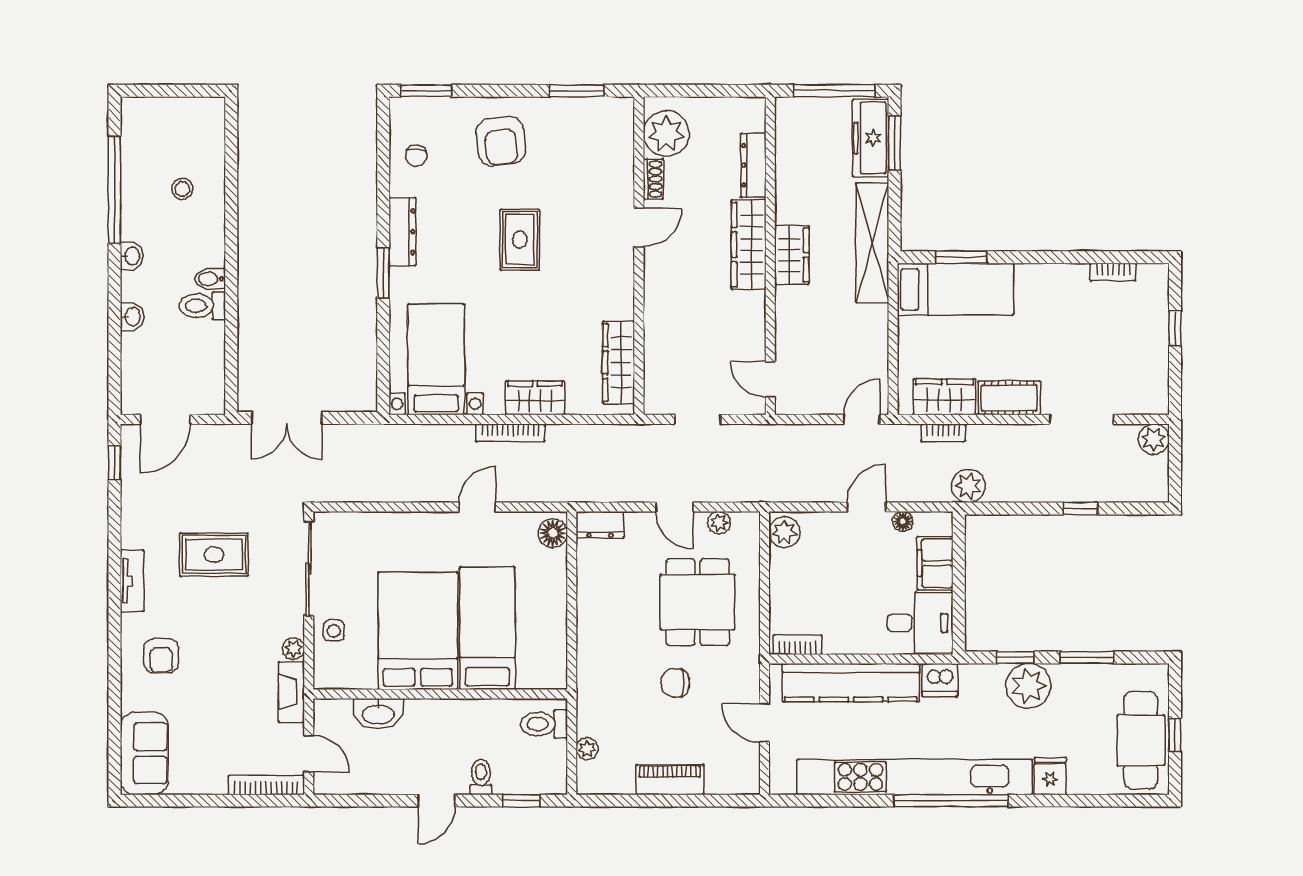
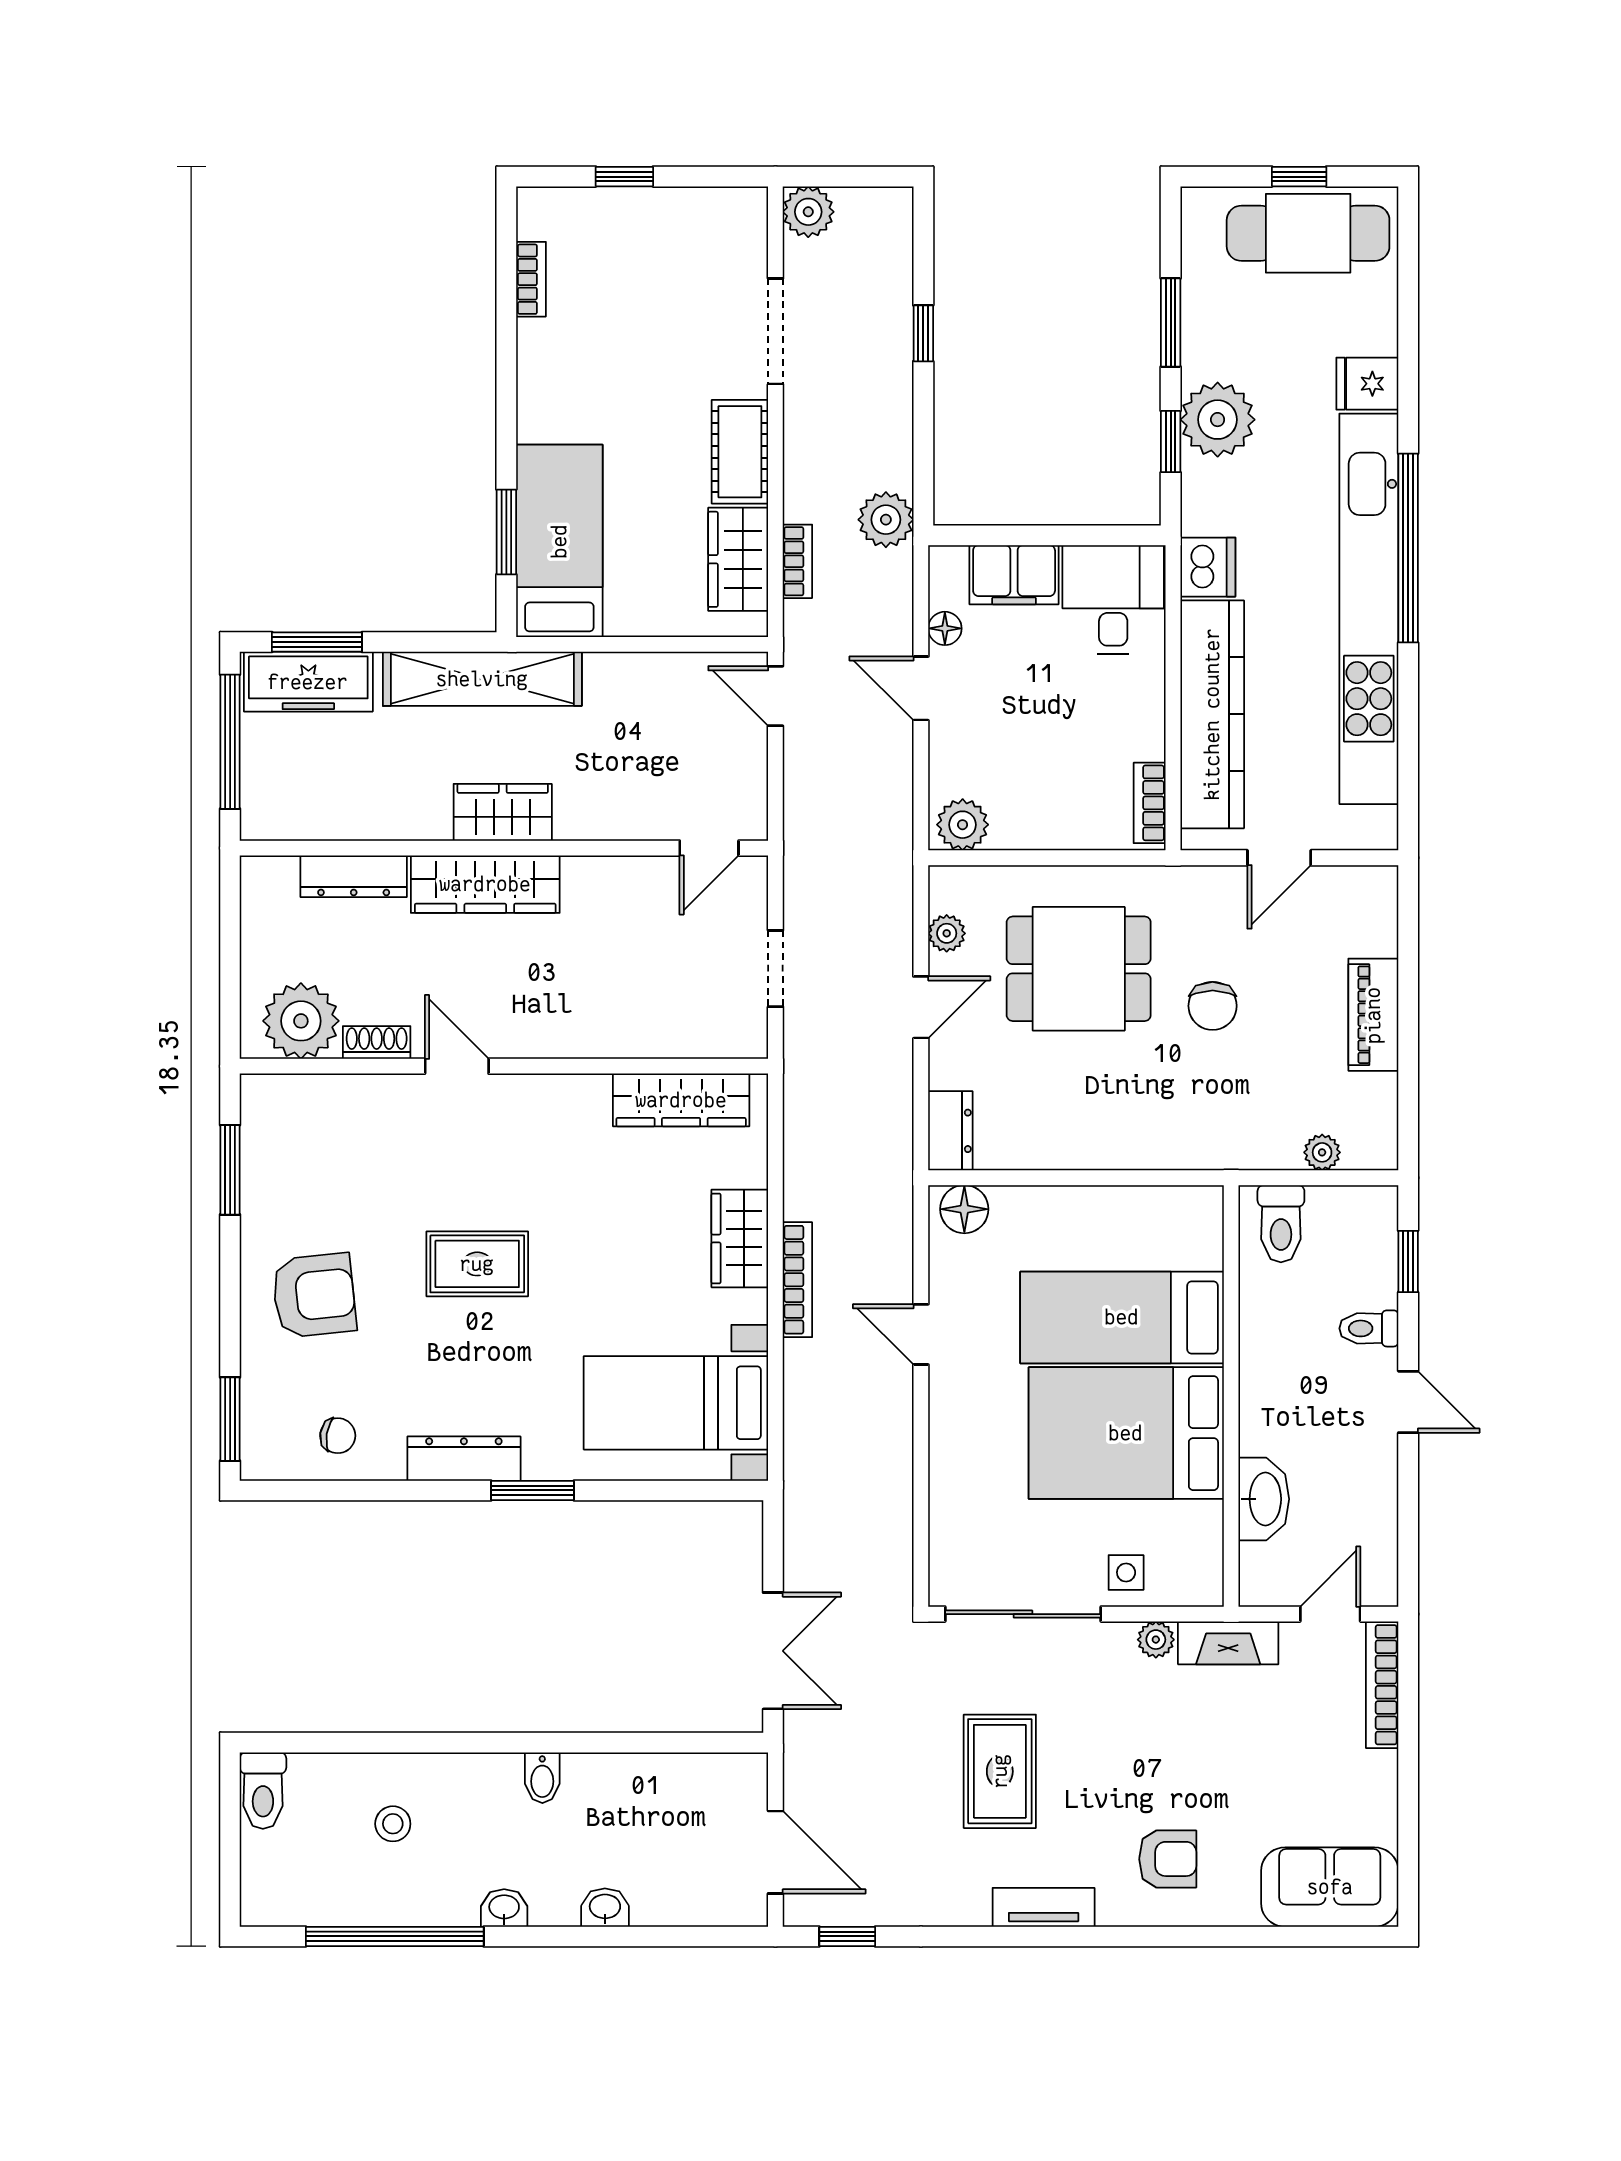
toilet: (202, 306) -> (263, 1791), moved

